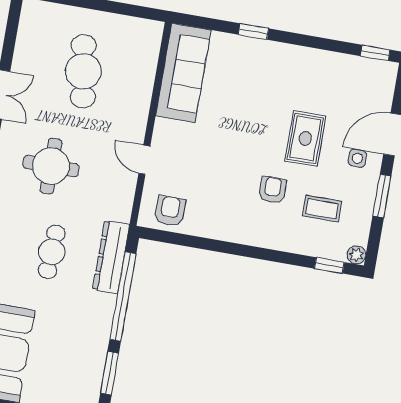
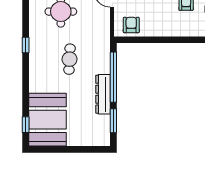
dresser: (111, 257) -> (103, 94), moved

